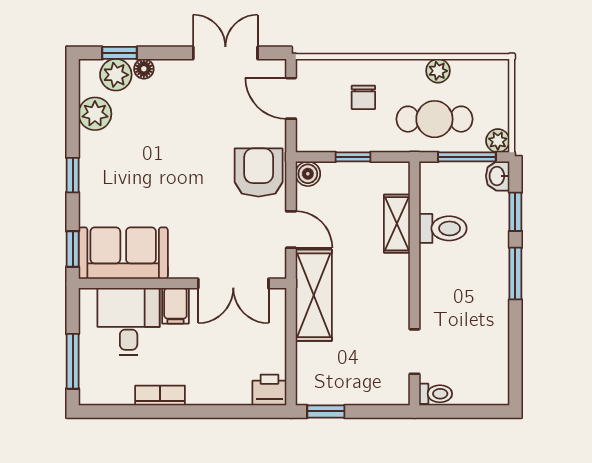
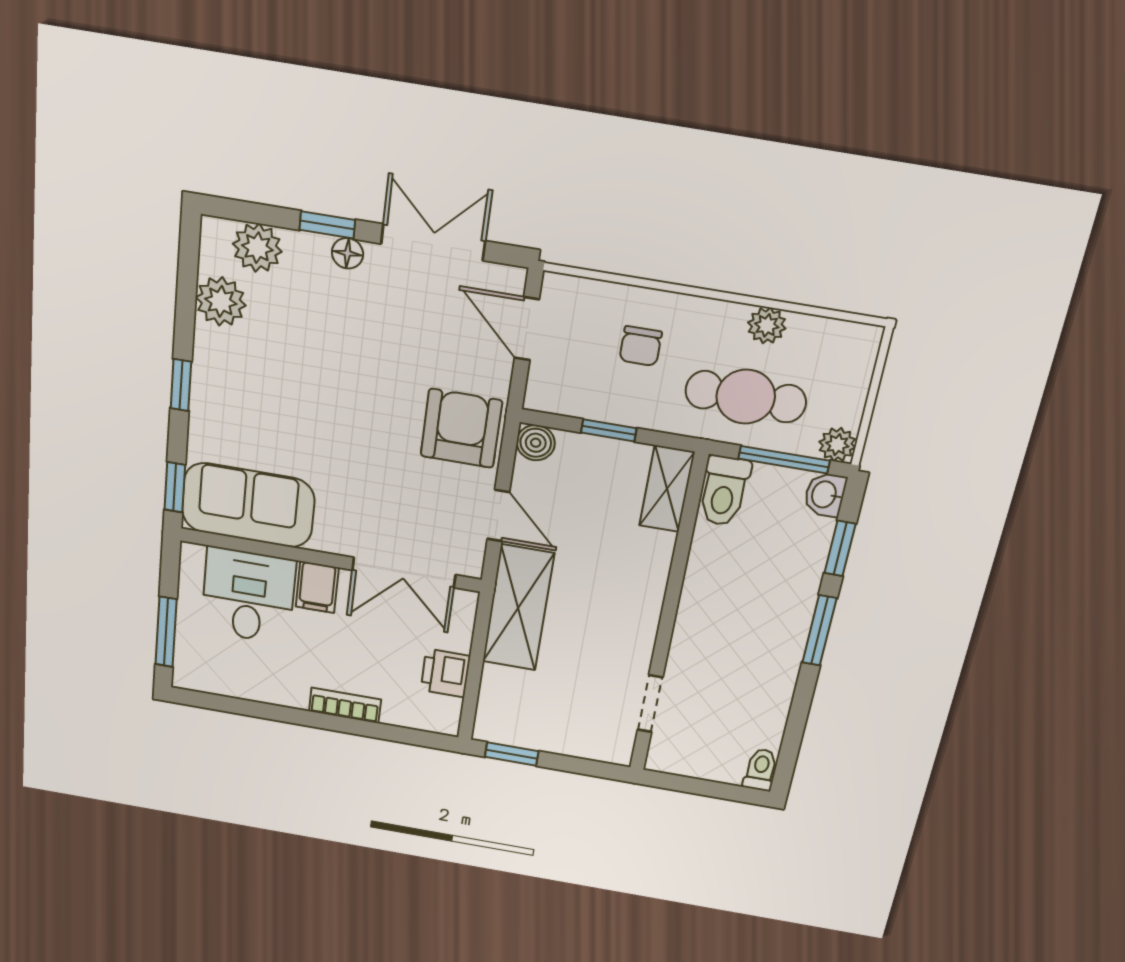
window: (120, 53) -> (327, 225), moved
floor lamp: (144, 69) -> (347, 253), moved
shelving: (397, 224) -> (667, 489), moved
toilet: (443, 228) -> (724, 491), moved, turned 90
printer: (269, 390) -> (445, 673), moved, turned -90
toilet: (436, 394) -> (761, 770), moved, turned -90
bookcase: (160, 396) -> (345, 705), moved

